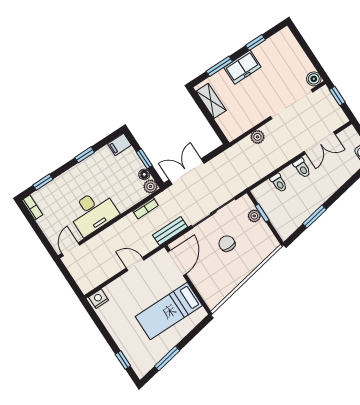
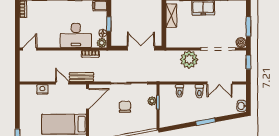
window: (310, 55) -> (248, 27), added
plant: (257, 137) -> (189, 59), width x1.87, depth x1.87
double door: (187, 172) -> (141, 48), moved
desk: (93, 212) -> (76, 35), moved
window: (314, 217) -> (205, 122), moved
bench: (170, 231) -> (82, 77), moved
nightstand: (99, 299) -> (42, 89), moved

